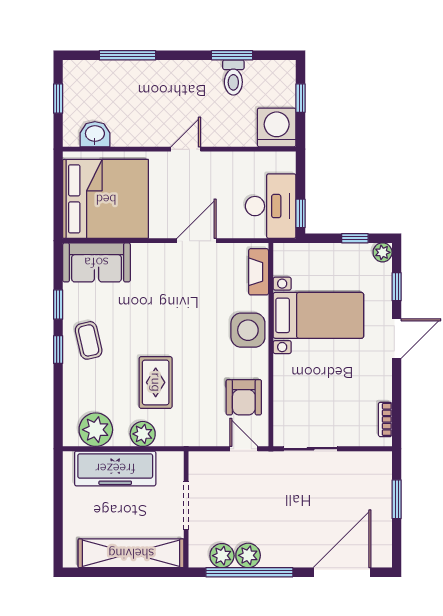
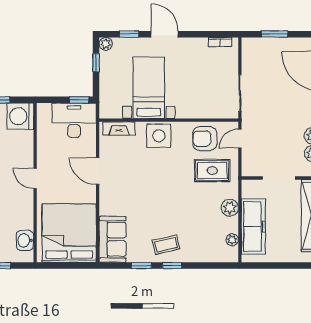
rug: (156, 382) -> (212, 171), moved
armchair: (244, 397) -> (205, 139), turned 180
plant: (96, 430) -> (232, 240), width x0.53, depth x0.53

